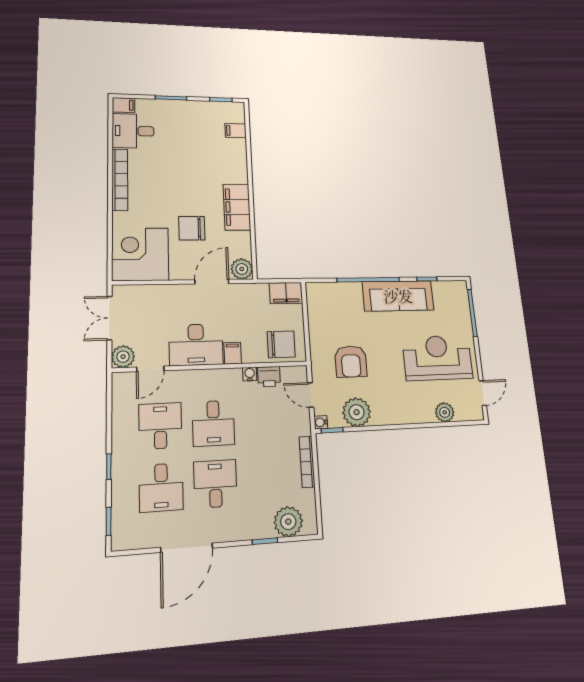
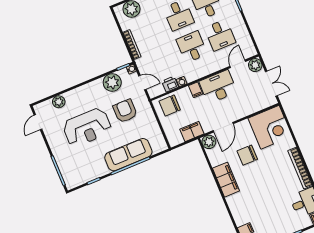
chair: (192, 228) -> (247, 155), turned 180
filing cabinet: (286, 293) -> (192, 132), moved
sofa: (398, 296) -> (128, 155), moved
reception desk: (438, 358) -> (87, 127), moved

